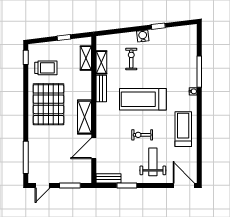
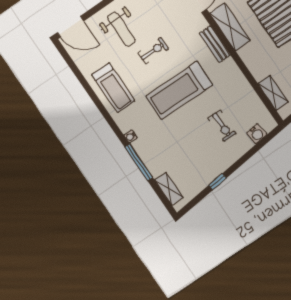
water cooler: (143, 36) -> (257, 134), moved
shelving: (101, 62) -> (169, 189), moved
bench: (101, 89) -> (215, 44), moved
treadmill: (143, 99) -> (179, 90), turned 180

